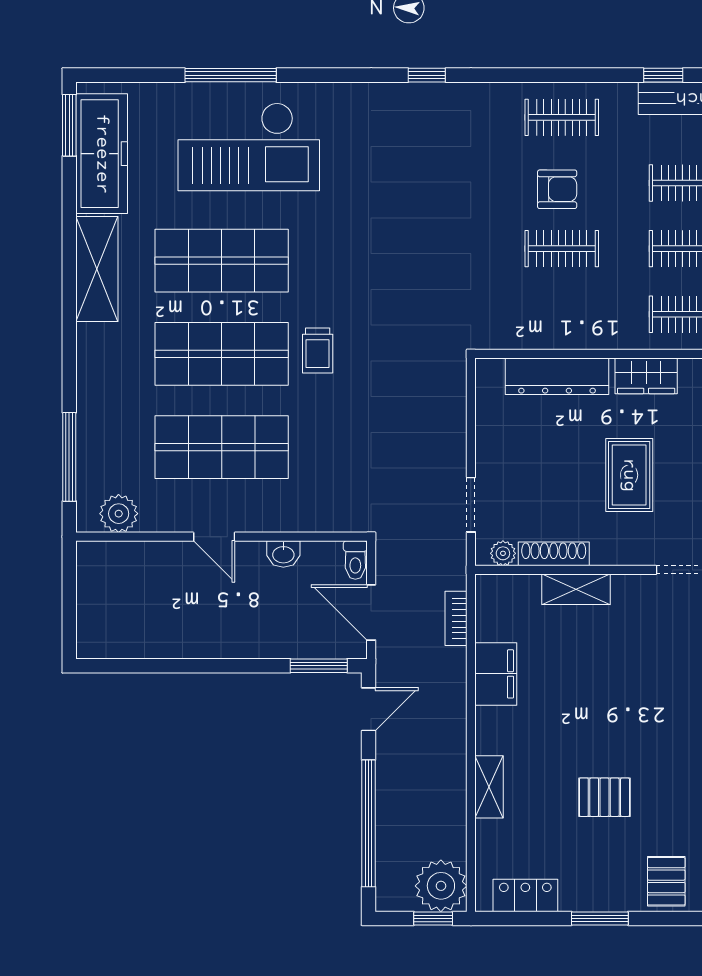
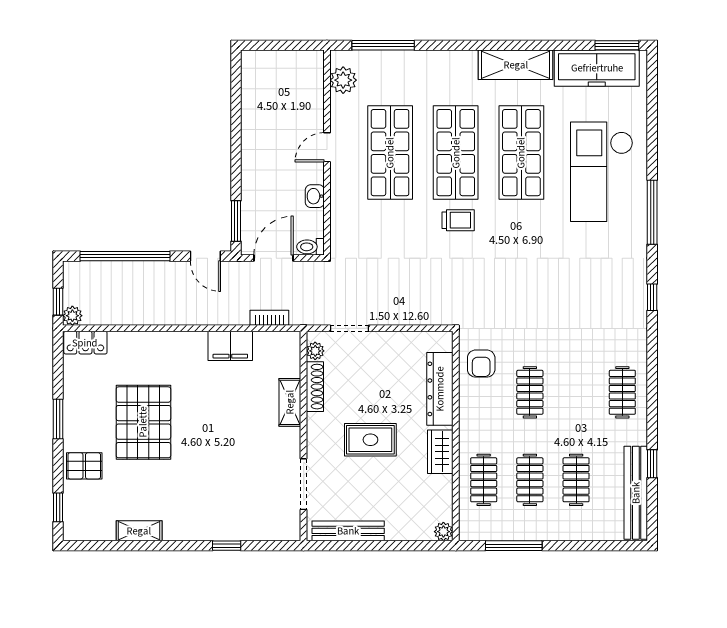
window: (231, 75) -> (652, 212), moved
armchair: (557, 189) -> (481, 364), moved
trolley: (318, 350) -> (458, 220), turned 180
shelving: (489, 787) -> (151, 341), removed
pallet: (604, 797) -> (143, 422), width x2.05, depth x2.00
plant: (441, 886) -> (72, 316), width x0.53, depth x0.53
locker: (525, 896) -> (85, 343), moved, turned 90

